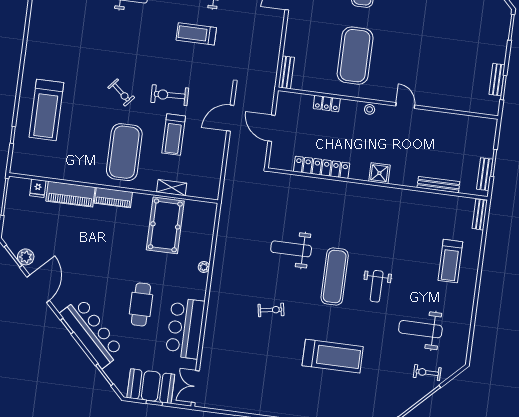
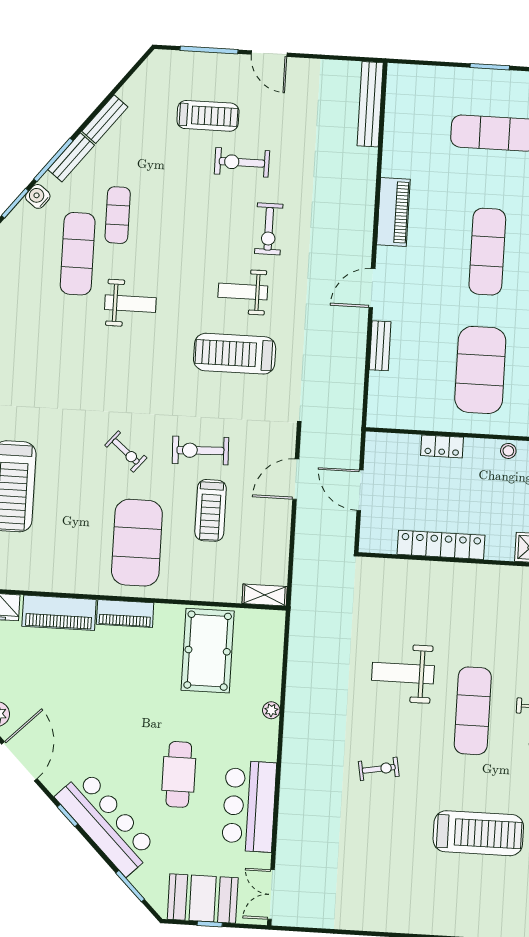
treadmill: (196, 34) -> (235, 354), width x1.37, depth x1.38
bench: (286, 72) -> (380, 346), moved
shelving: (172, 188) -> (265, 595), moved

